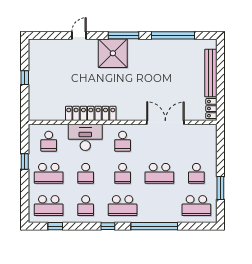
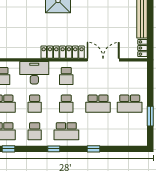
locker: (91, 113) -> (63, 52), moved
school desk: (196, 173) -> (130, 104), width x1.85
school desk: (196, 206) -> (130, 131), removed
window: (154, 226) -> (93, 149), width x0.32

